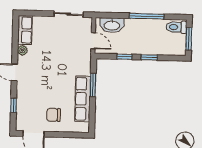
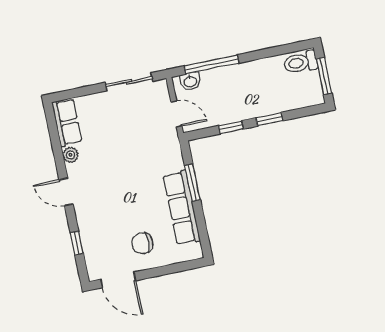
window: (147, 16) -> (212, 64), moved
washbasin: (112, 25) -> (190, 81), width x0.52, depth x0.69

